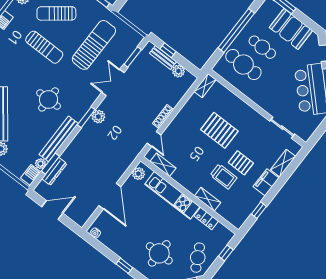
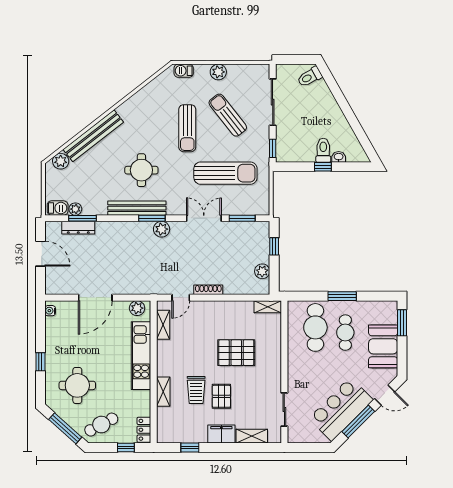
window: (236, 31) -> (342, 296), width x0.47
bench: (163, 57) -> (264, 247), removed
pallet: (219, 130) -> (236, 353), turned 90
bench: (59, 139) -> (137, 208), moved
locker: (206, 219) -> (144, 430), moved

